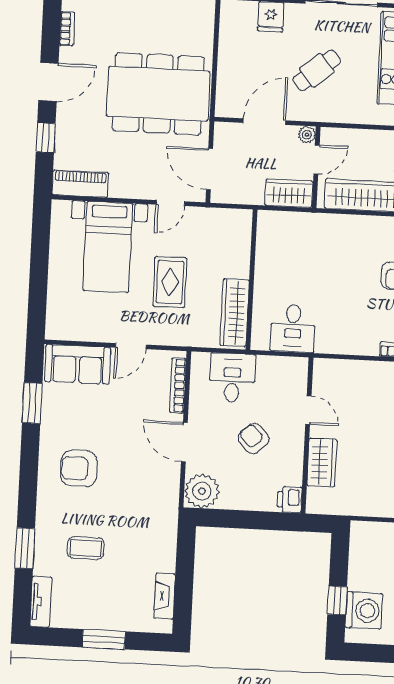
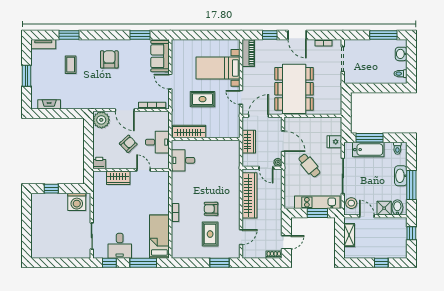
wardrobe: (289, 193) -> (249, 142), moved
desk: (232, 378) -> (157, 142), moved
door: (308, 410) -> (143, 170), swing flipped
door: (184, 442) -> (125, 110), swing flipped
washing machine: (364, 610) -> (77, 202), moved

